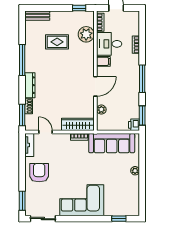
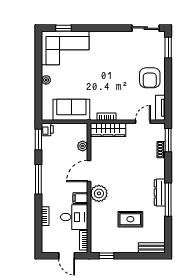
plant: (86, 34) -> (99, 193), moved
dresser: (30, 85) -> (160, 193), moved
door: (45, 132) -> (143, 122), swing flipped
sofa: (112, 143) -> (71, 110), width x0.73
corner sofa: (82, 200) -> (65, 48), moved

